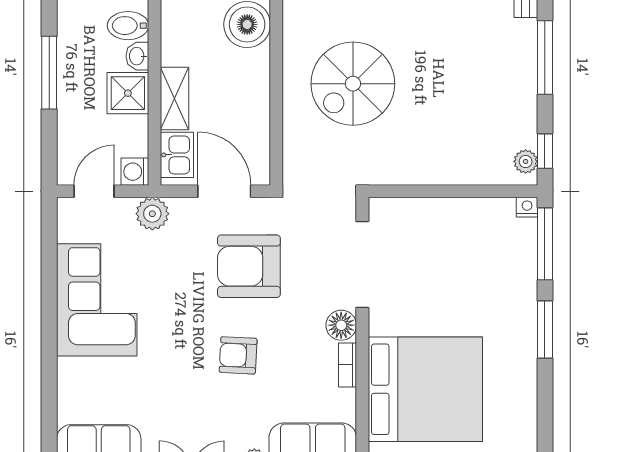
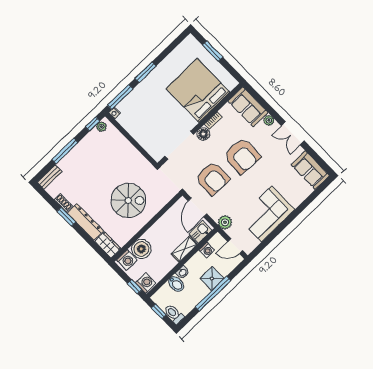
window: (49, 73) -> (213, 294), width x1.46
shower: (128, 93) -> (212, 278), moved
washing machine: (135, 172) -> (207, 250), moved
armchair: (238, 355) -> (242, 156), width x1.88, depth x1.88

